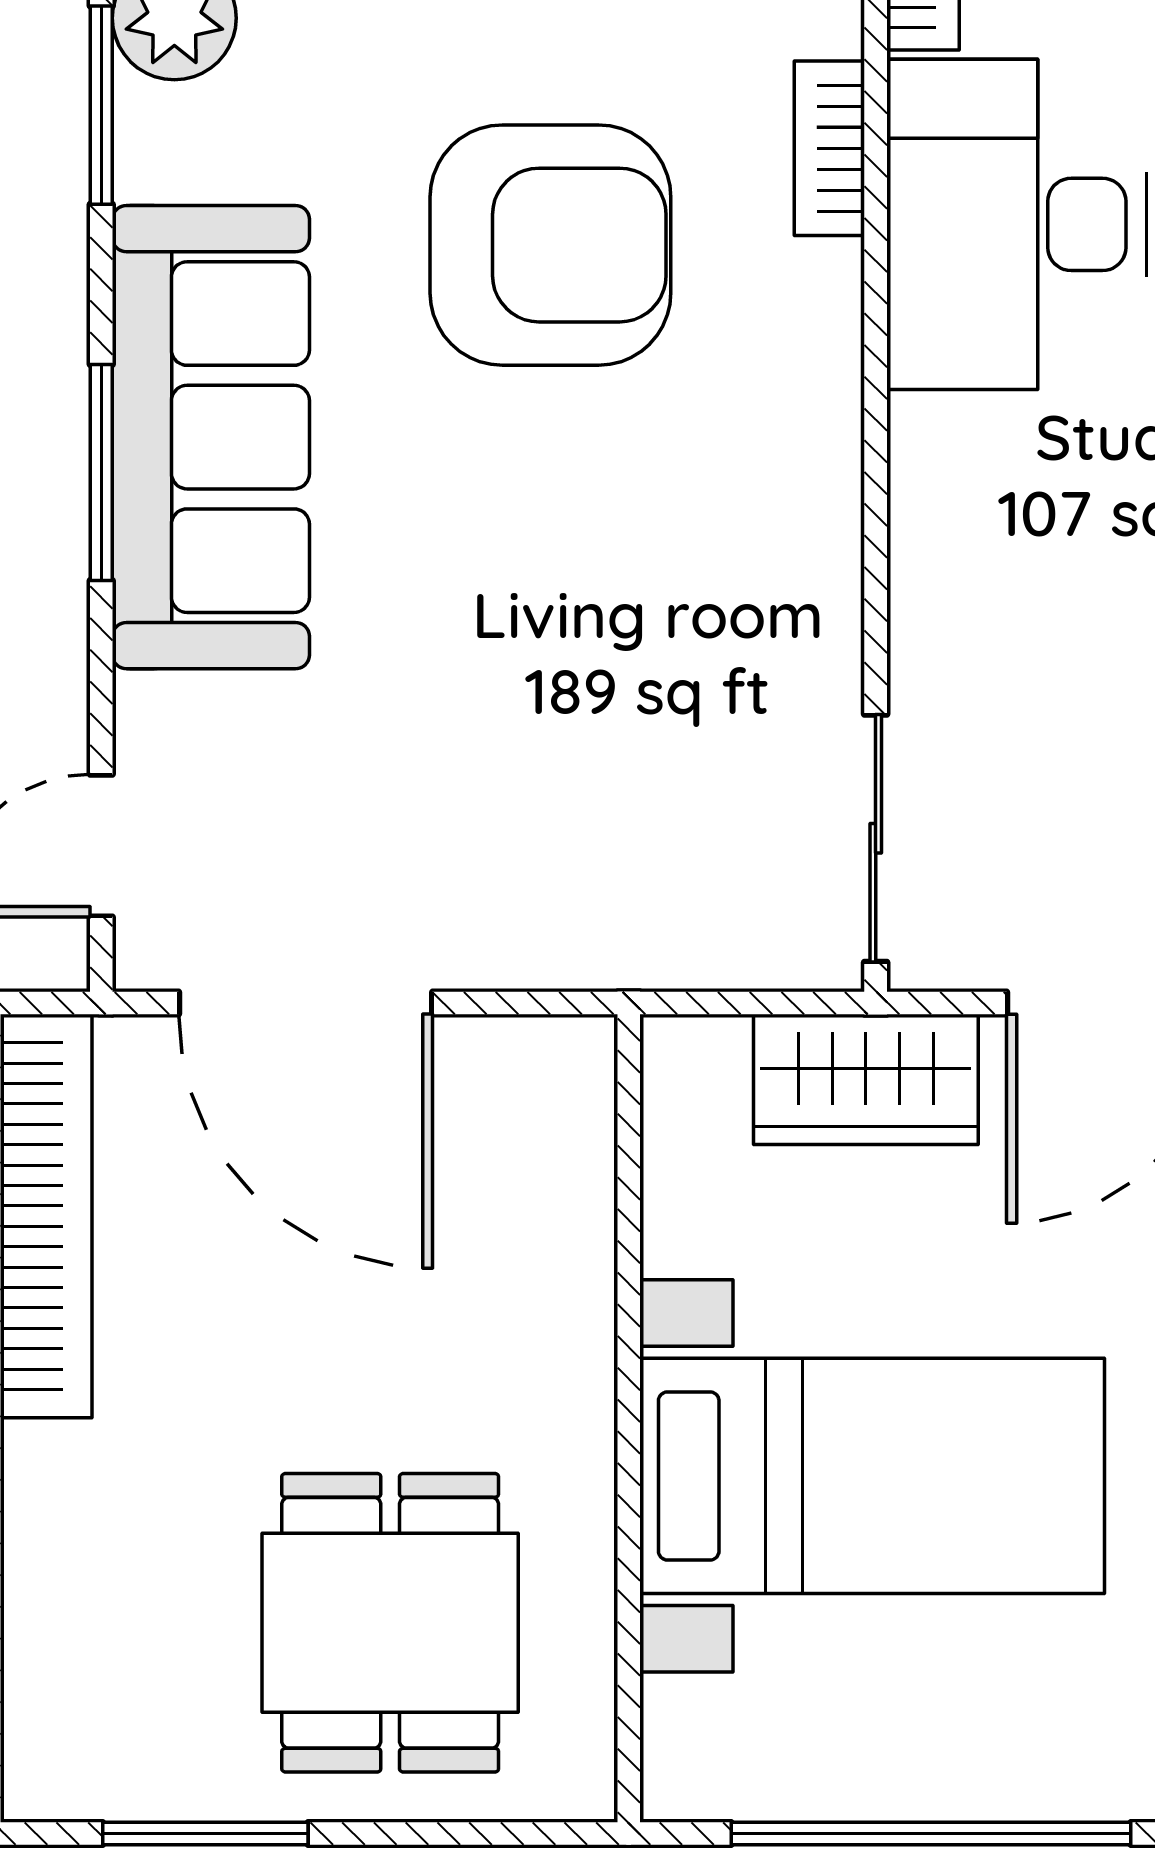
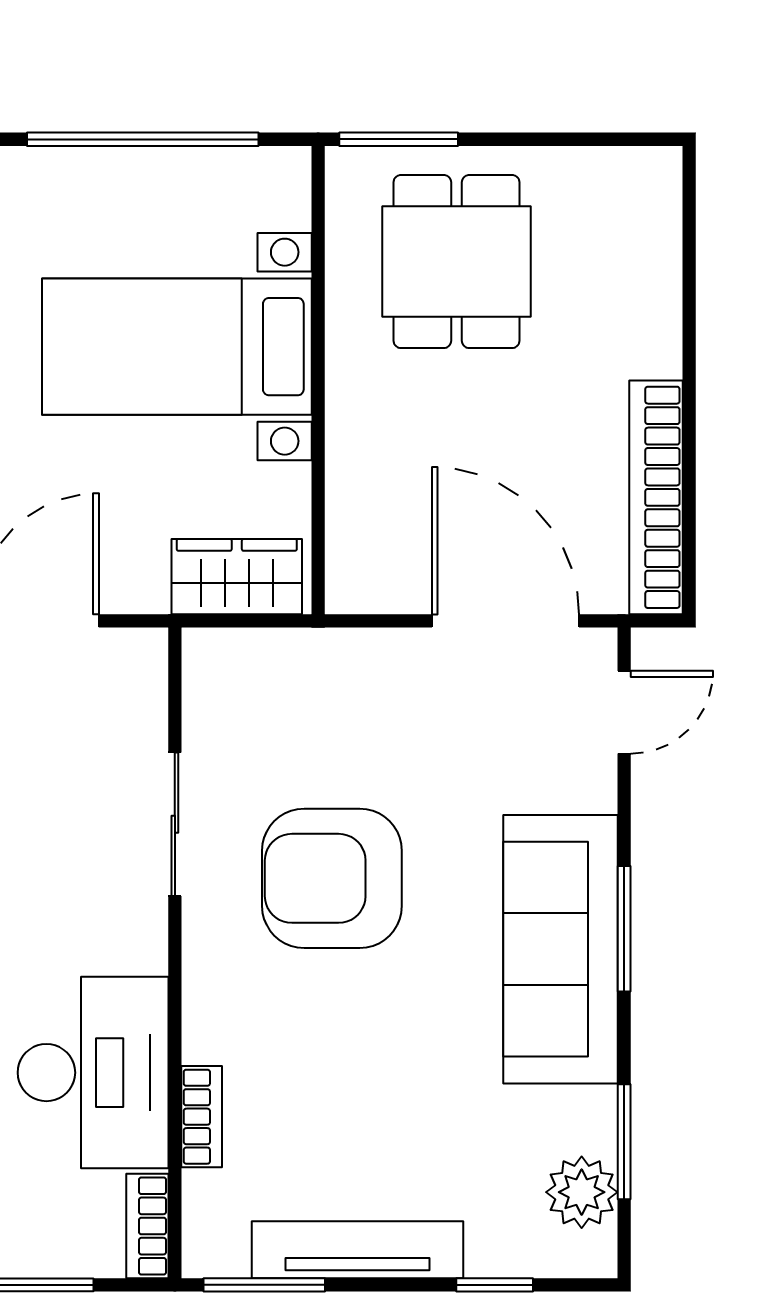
armchair: (550, 245) -> (332, 878), moved
sliding door: (876, 838) -> (175, 824), moved
wardrobe: (866, 1079) -> (237, 577), moved
window: (205, 1834) -> (399, 139), moved

